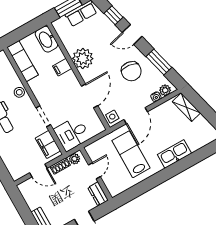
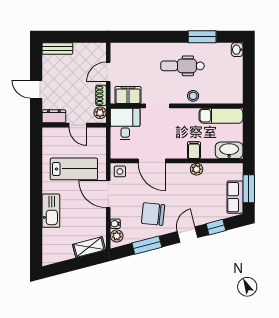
plant: (83, 58) -> (197, 169), width x0.53, depth x0.53

